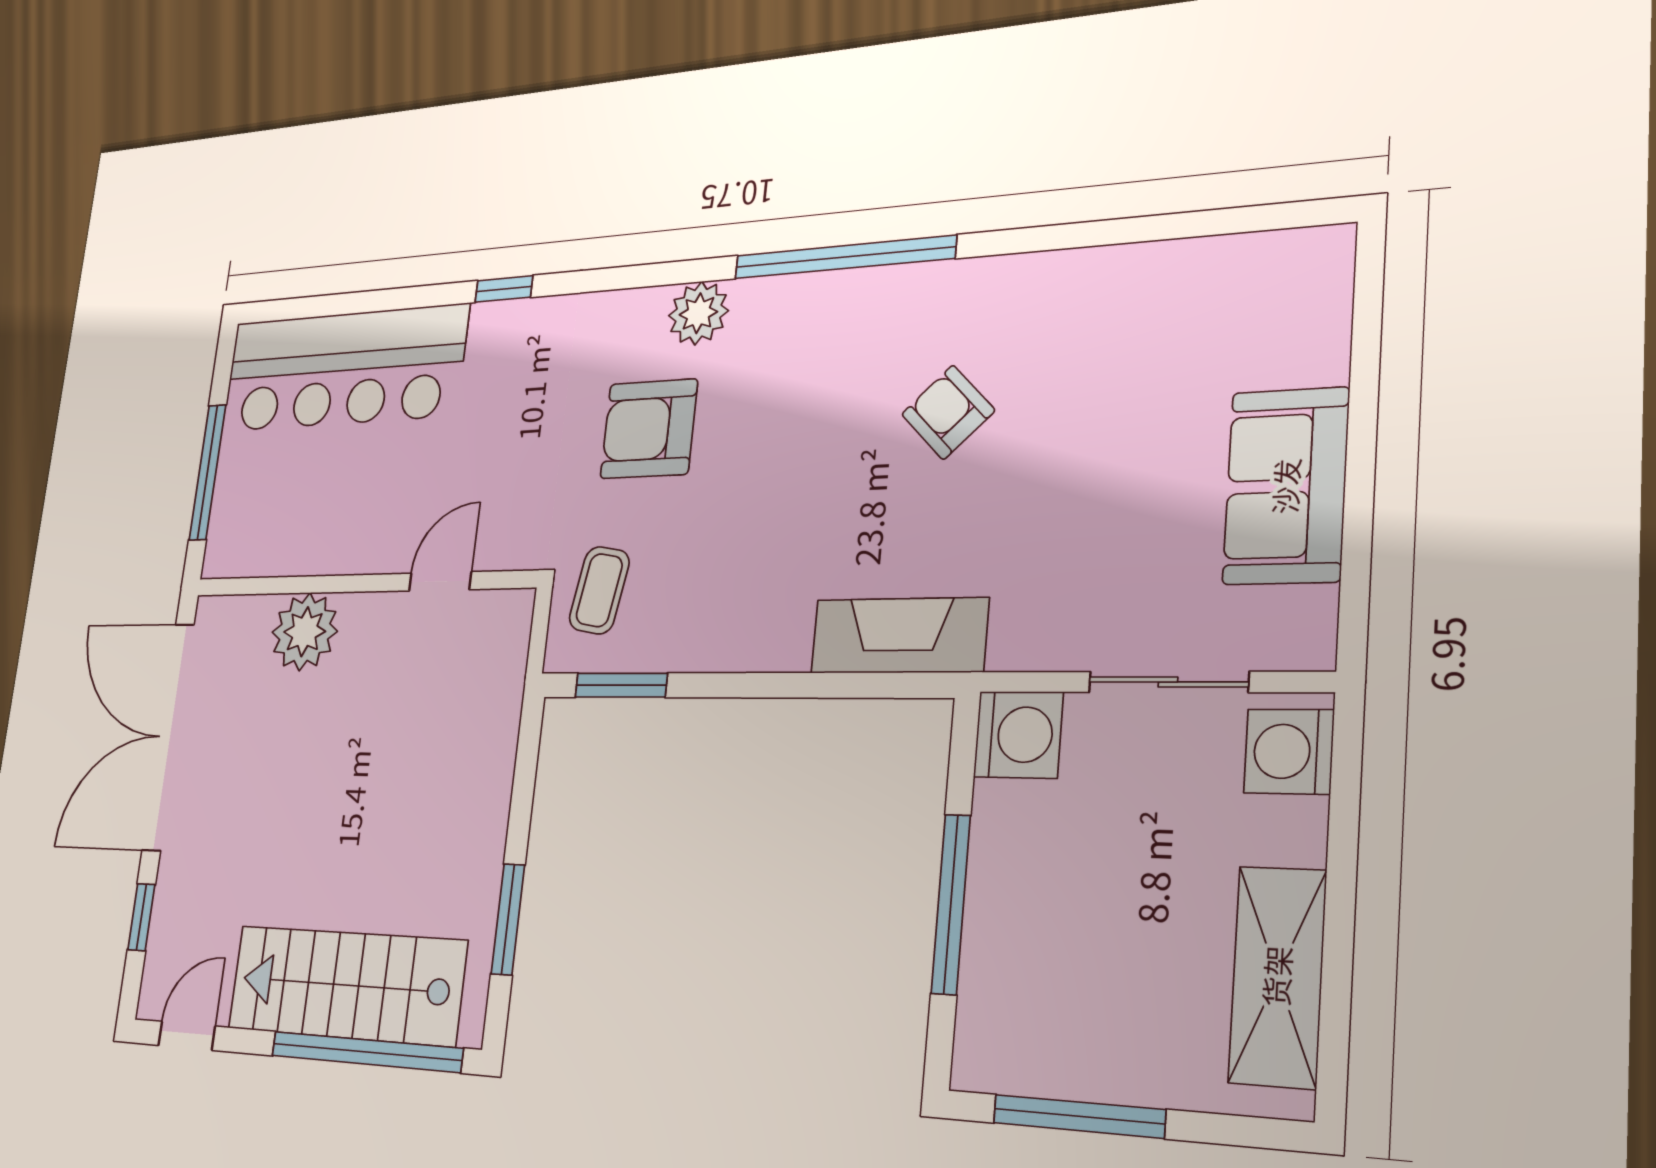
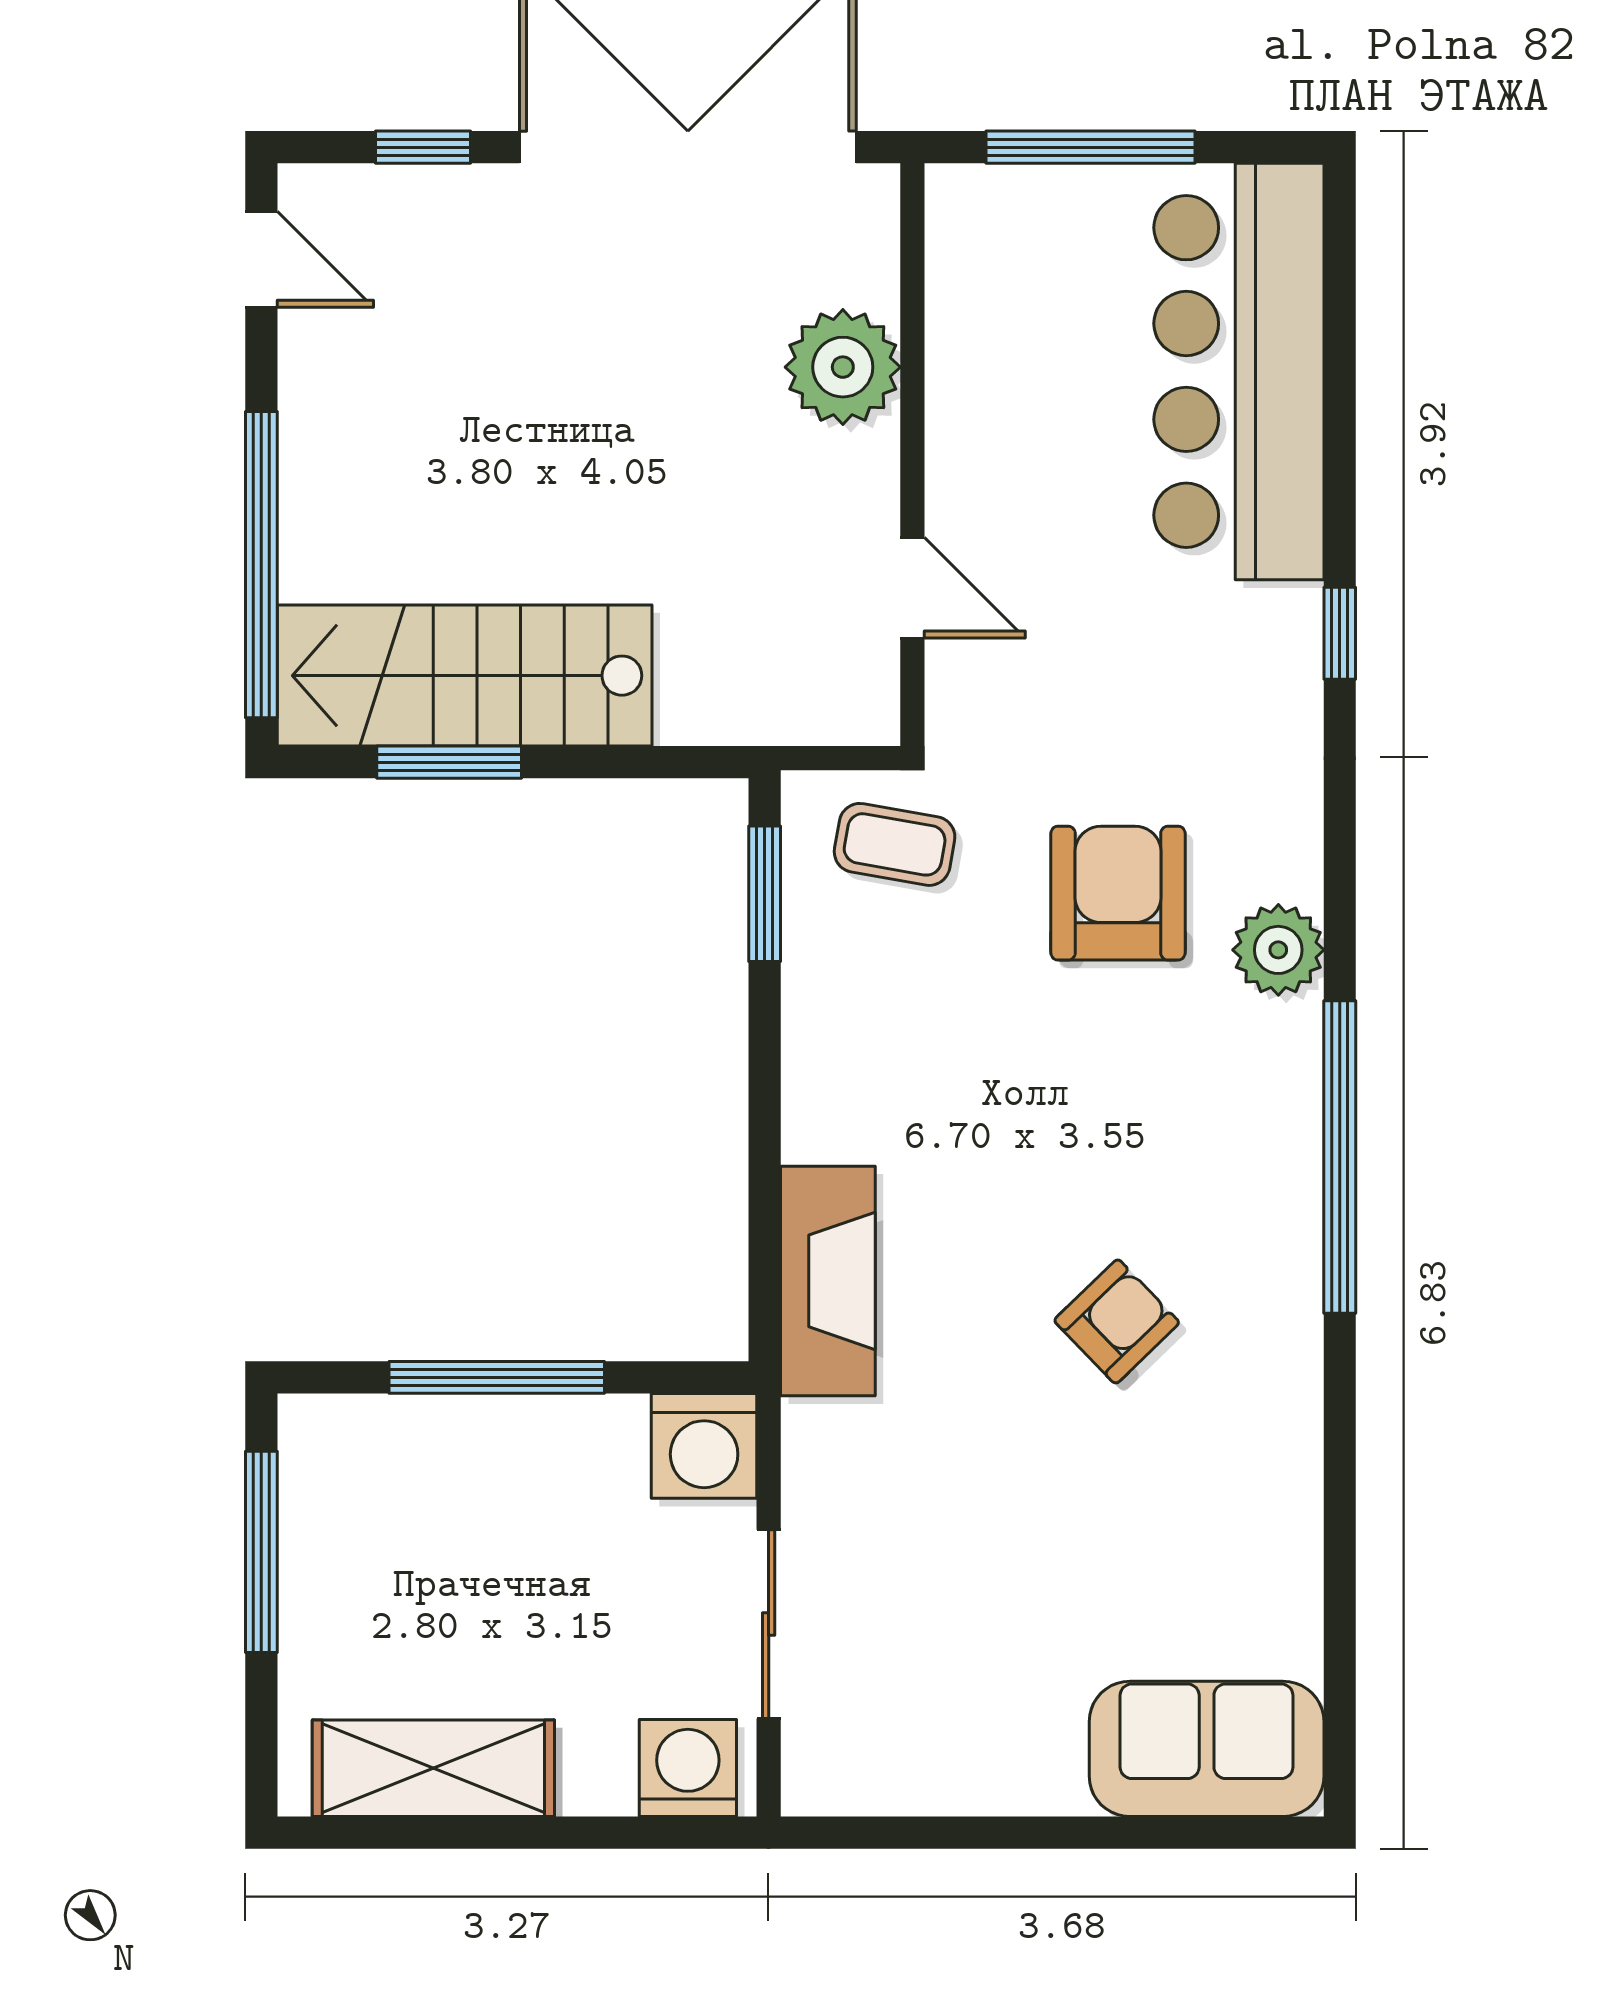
sofa: (1286, 486) -> (1207, 1749), moved
stairs: (346, 985) -> (465, 676), moved, turned -90

